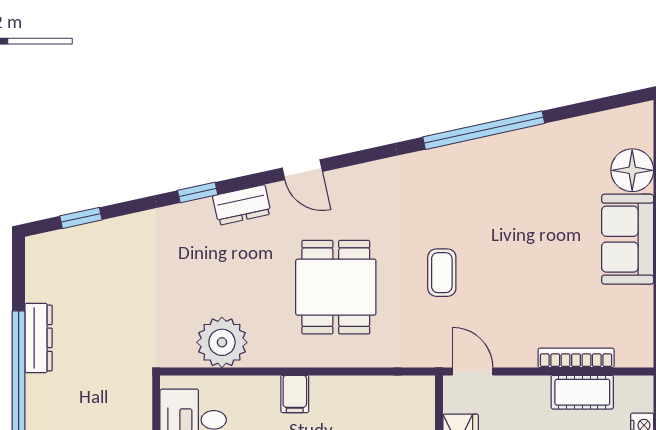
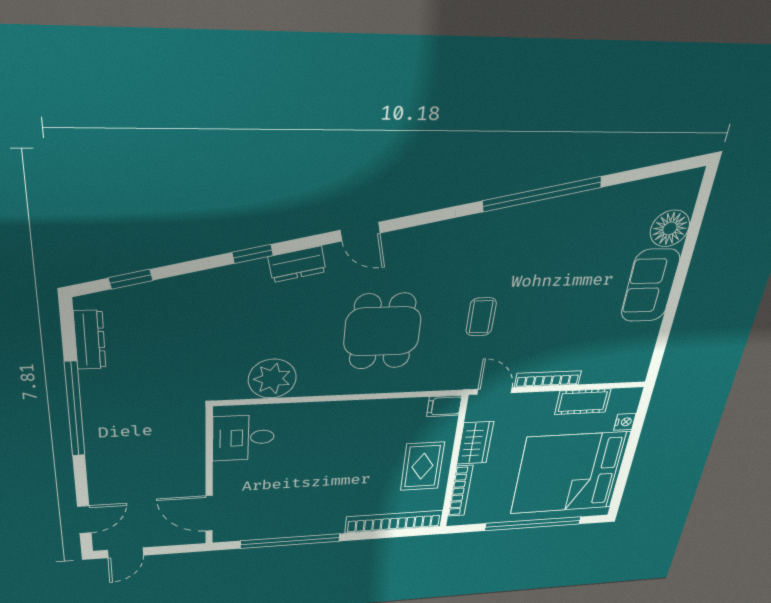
dresser: (39, 338) -> (90, 340), moved
bookcase: (576, 358) -> (548, 379), moved
filing cabinet: (295, 394) -> (444, 406), moved, turned 90

